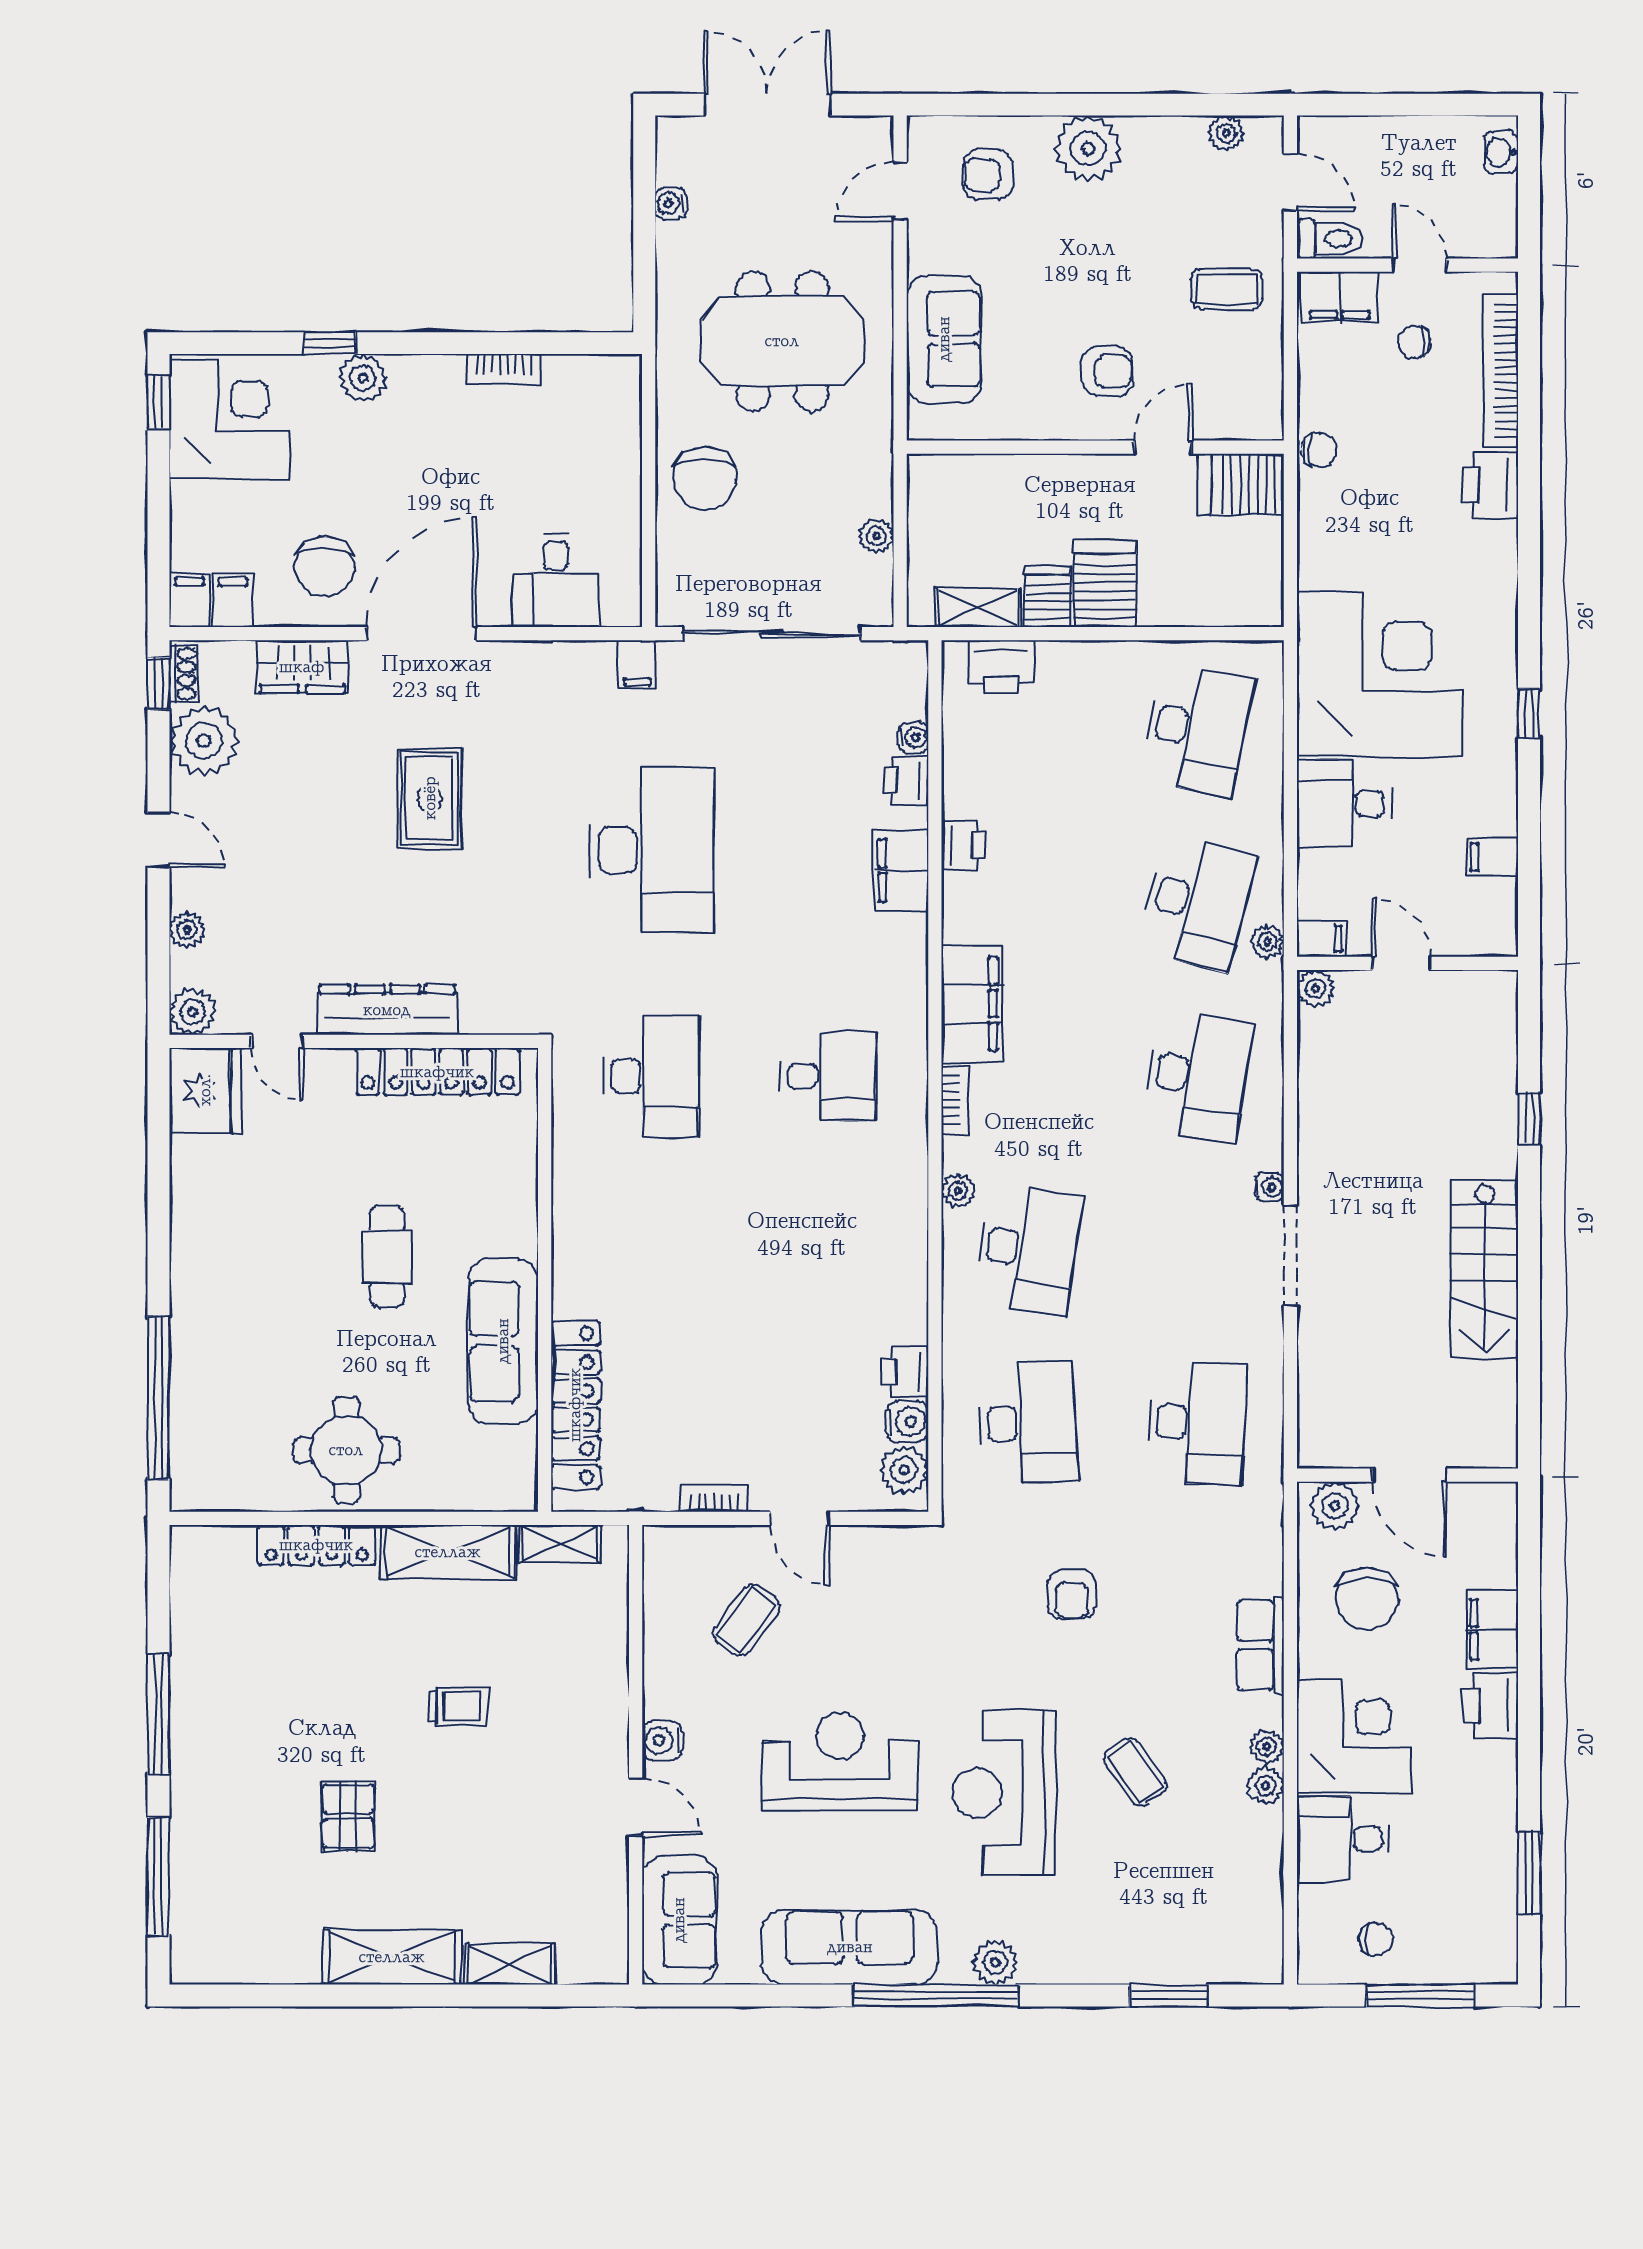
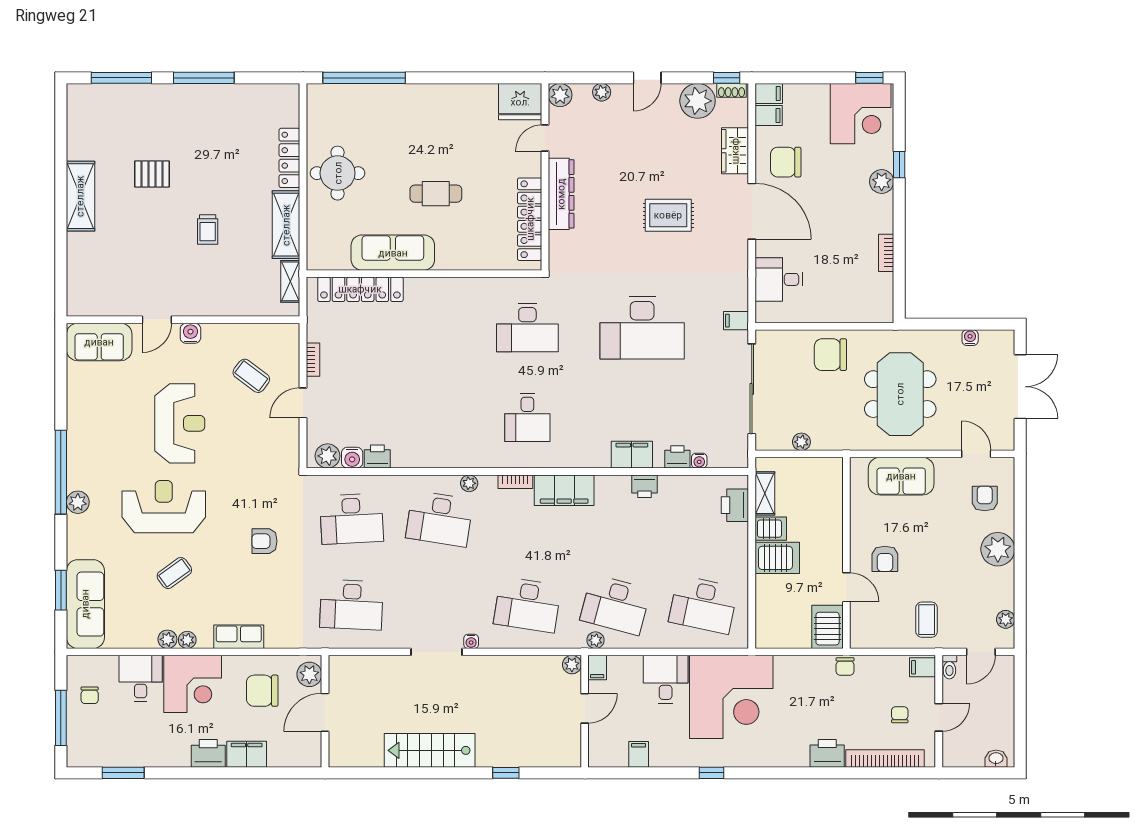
toilet: (1330, 239) -> (949, 667), width x0.73, depth x0.72
filing cabinet: (1340, 297) -> (923, 667), width x0.50
sofa: (850, 1947) -> (85, 604), moved
shelving: (510, 1964) -> (77, 256), removed

